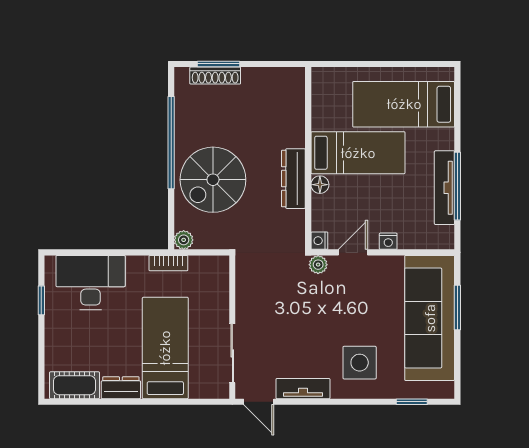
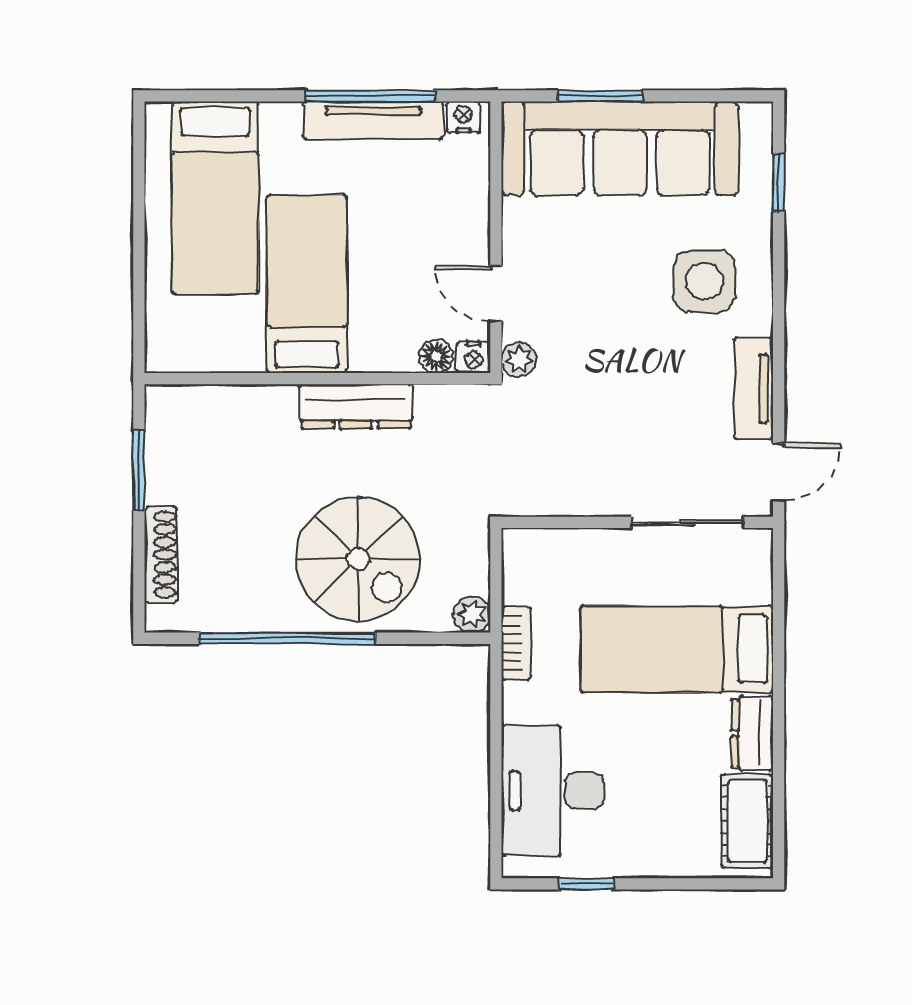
window: (219, 64) -> (139, 470), moved
floor lamp: (320, 185) -> (436, 356), moved
nightstand: (388, 241) -> (463, 117), moved, turned -90

